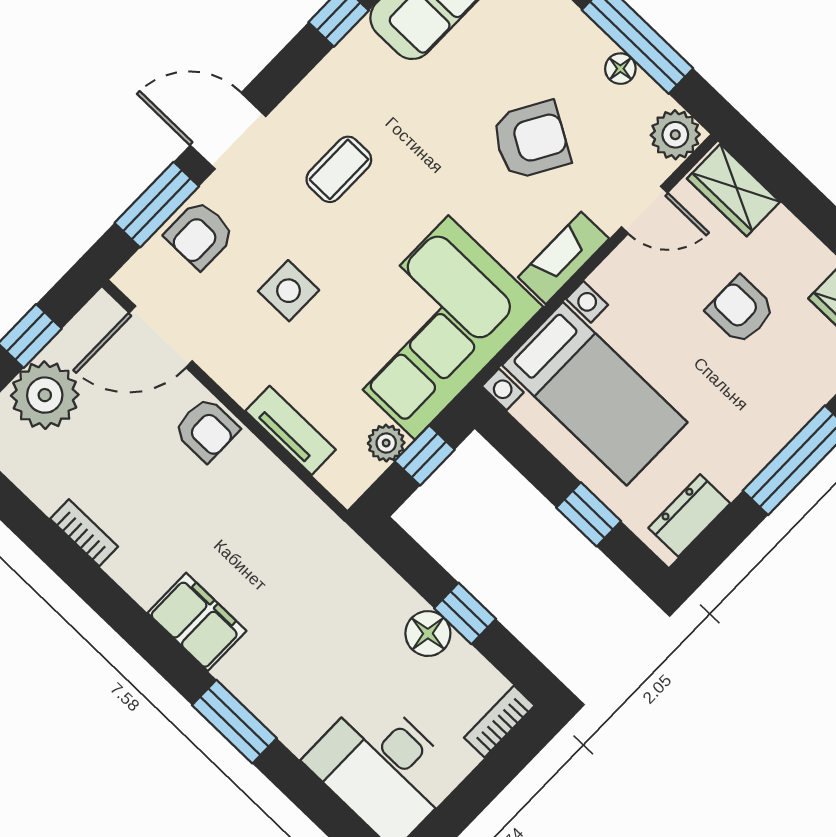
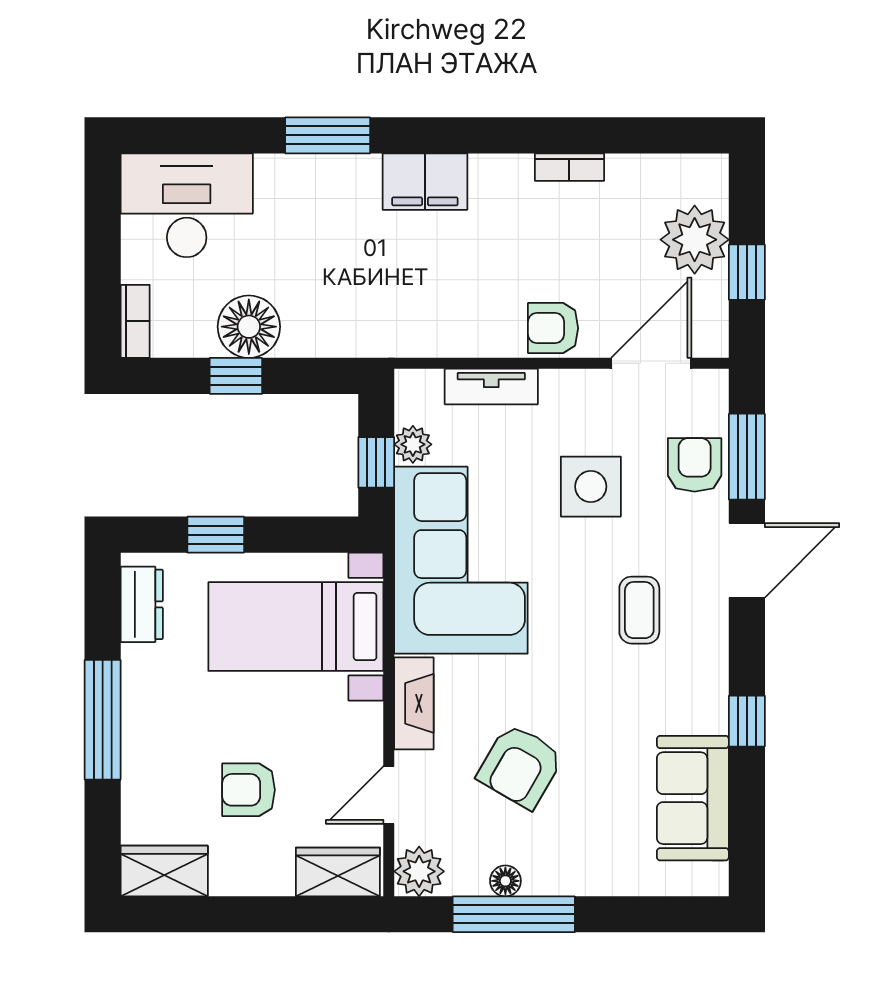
side table: (289, 291) -> (591, 487), width x1.37, depth x1.37
armchair: (741, 310) -> (249, 790), turned 180
floor lamp: (428, 634) -> (249, 327), width x1.38, depth x1.38

